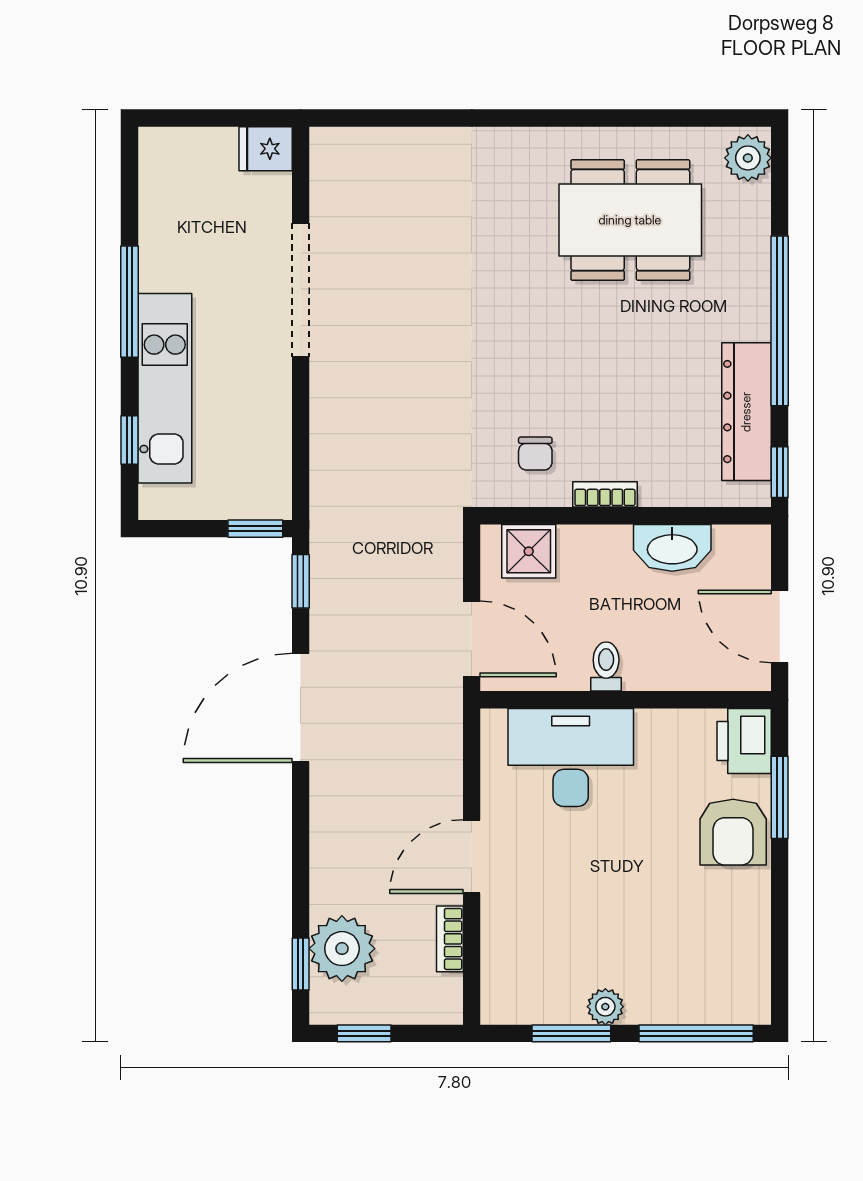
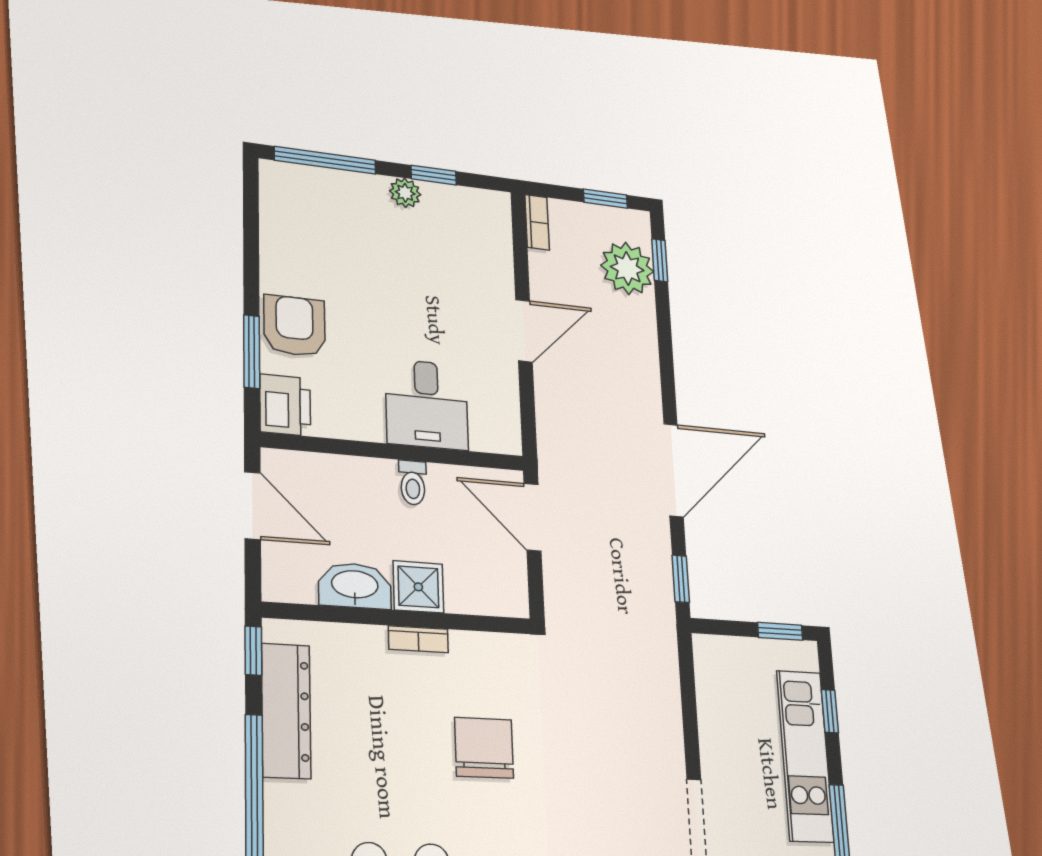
chair: (535, 454) -> (484, 748), moved, width x1.87, depth x1.87
window: (255, 529) -> (780, 631), moved
shower: (529, 551) -> (418, 587), moved
desk: (571, 757) -> (427, 404), width x0.73
bookcase: (450, 939) -> (537, 222), moved
window: (571, 1033) -> (434, 175), width x0.67

